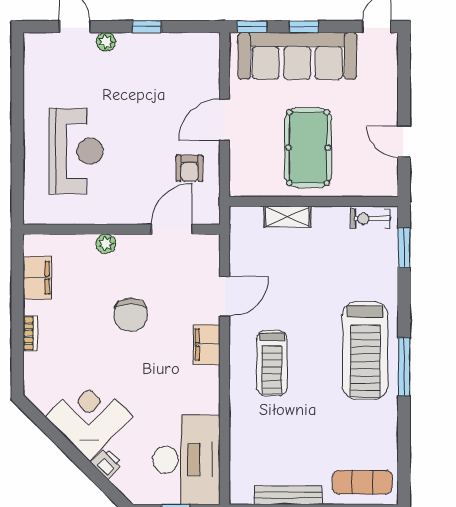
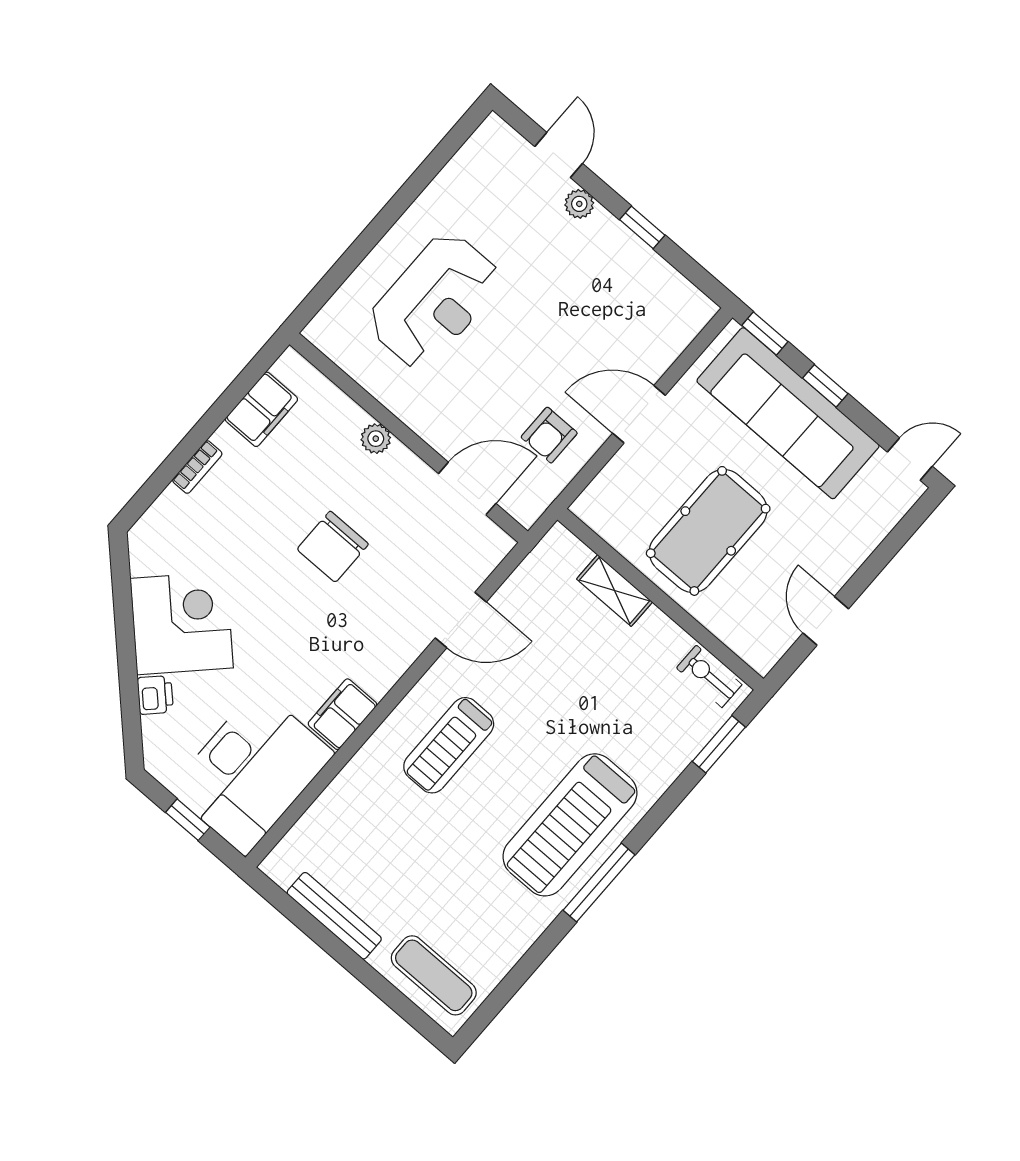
filing cabinet: (207, 344) -> (343, 714), moved

